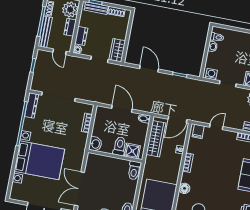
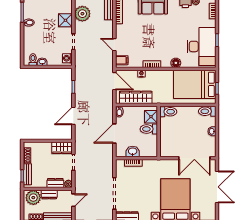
washbasin: (95, 144) -> (133, 152), moved

